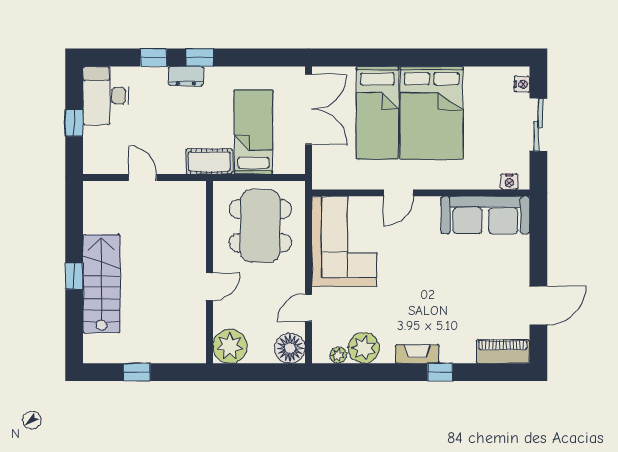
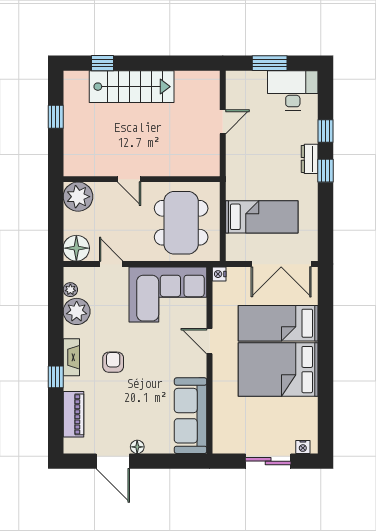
window: (74, 123) -> (270, 63), width x1.50
cot: (209, 161) -> (236, 179), removed
nightstand: (509, 182) -> (219, 274), moved
dining table: (260, 226) -> (181, 223), turned 90
window: (74, 276) -> (103, 63), moved
floor lamp: (522, 277) -> (137, 447), added
armchair: (423, 305) -> (113, 362), added
piano: (503, 351) -> (74, 414), moved

